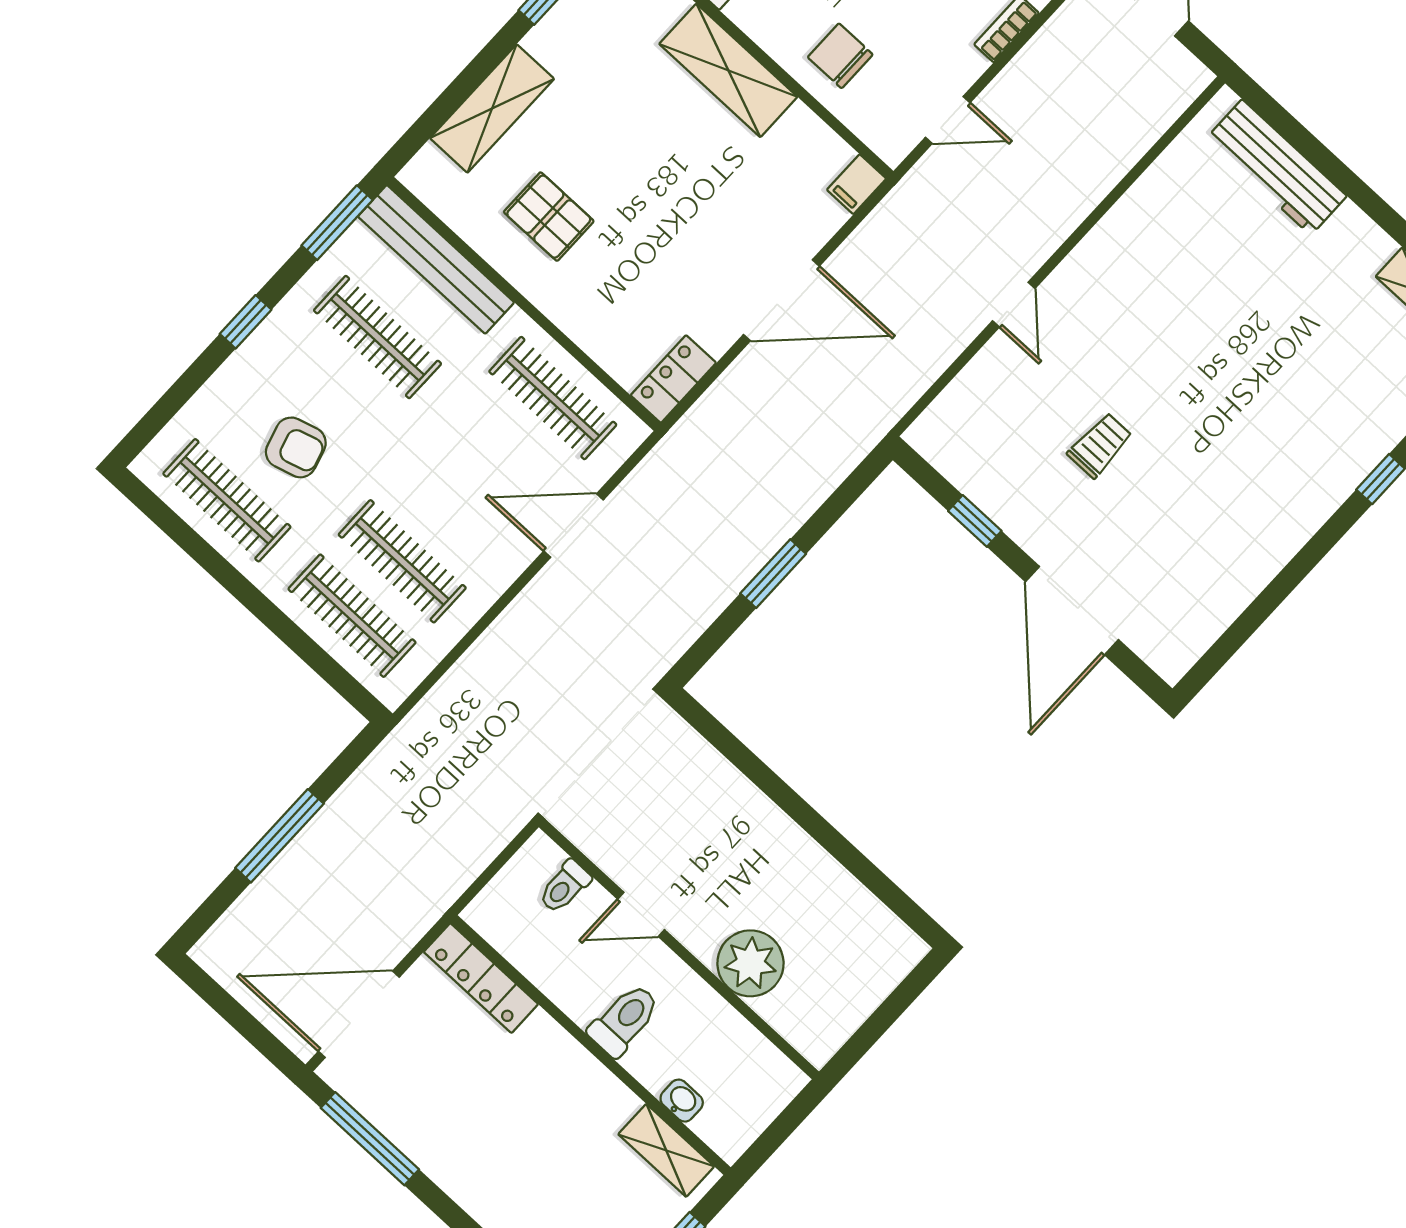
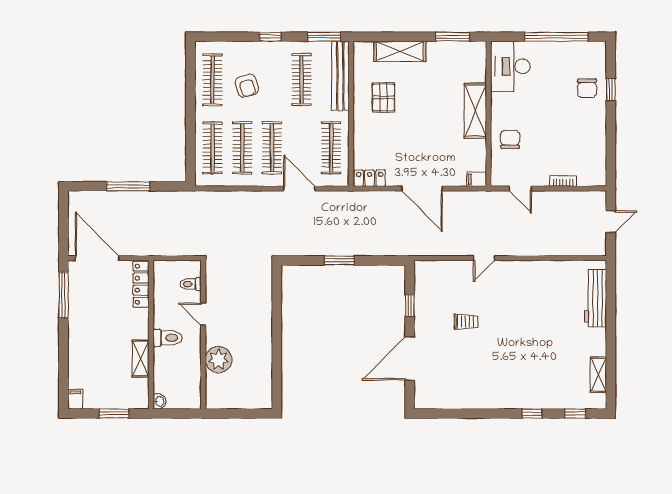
clothes rail: (452, 507) -> (272, 148), added
washbasin: (682, 1101) -> (159, 401), moved
shelving: (666, 1150) -> (141, 359), moved

